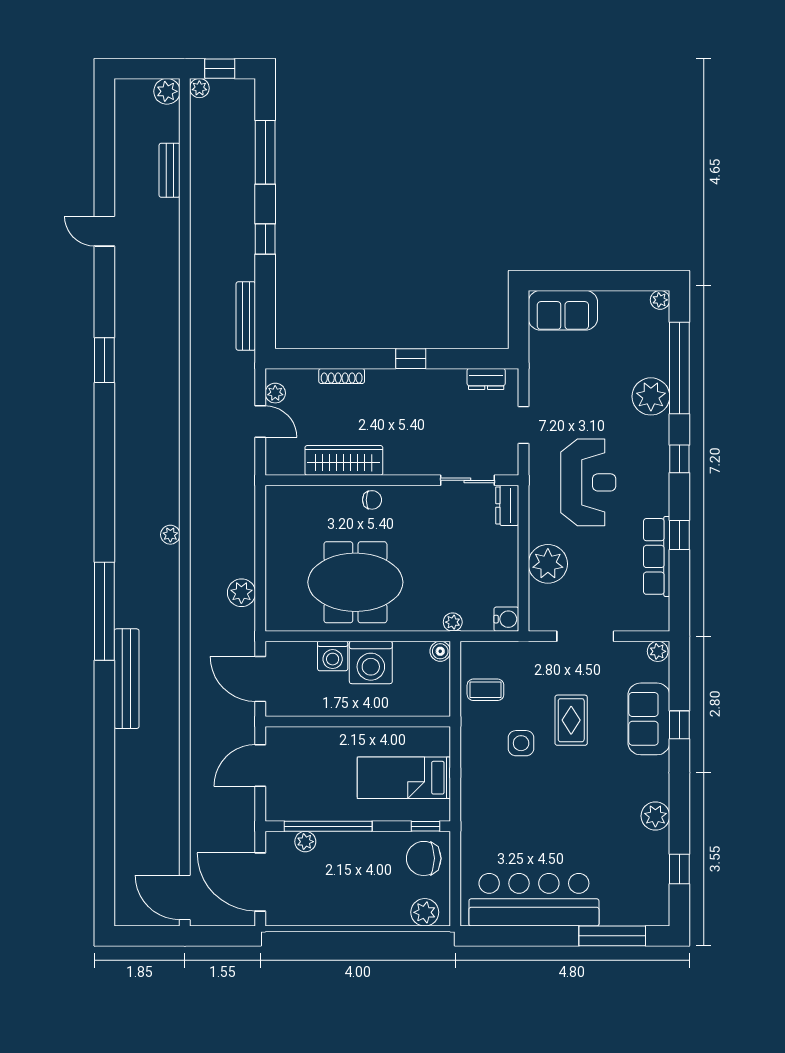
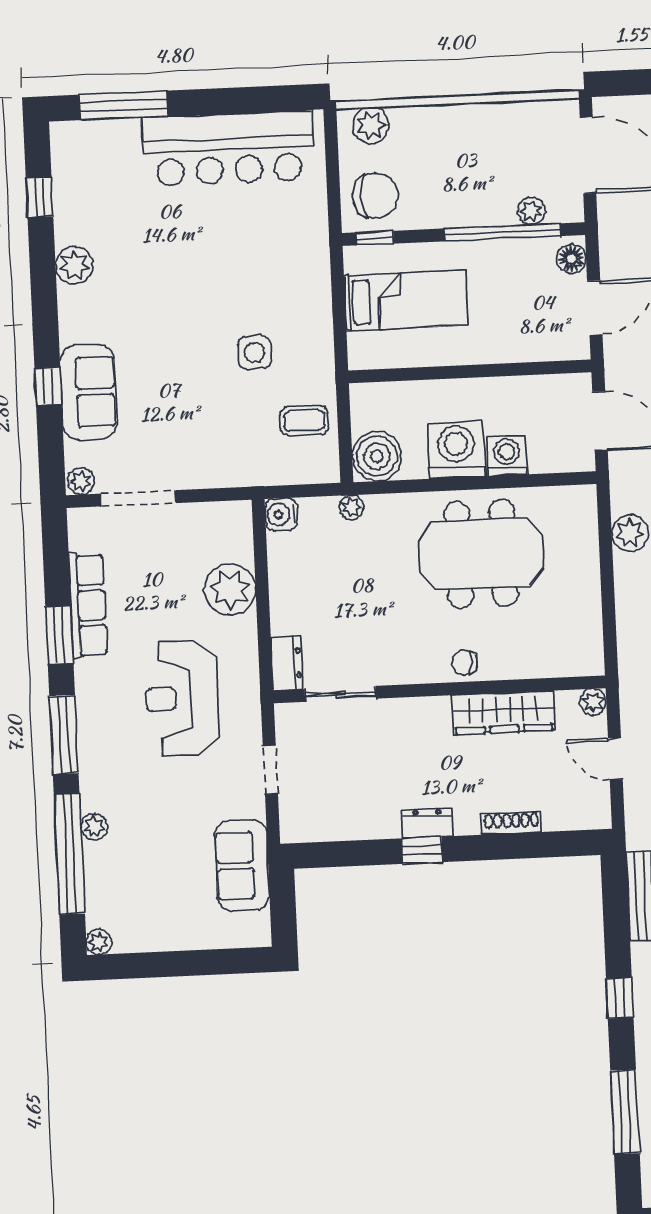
sofa: (563, 310) -> (242, 865), moved, turned -90
dresser: (486, 379) -> (427, 823), moved
plant: (275, 393) -> (593, 702), moved
plant: (651, 396) -> (94, 827), width x0.53, depth x0.53
window: (679, 459) -> (64, 735), width x2.17
window: (679, 535) -> (59, 635), width x1.50
doorway: (585, 636) -> (138, 498), moved
boiler: (440, 651) -> (377, 456), width x1.86, depth x1.86
rug: (571, 720) -> (190, 386), removed
floor lamp: (276, 804) -> (572, 259), added

